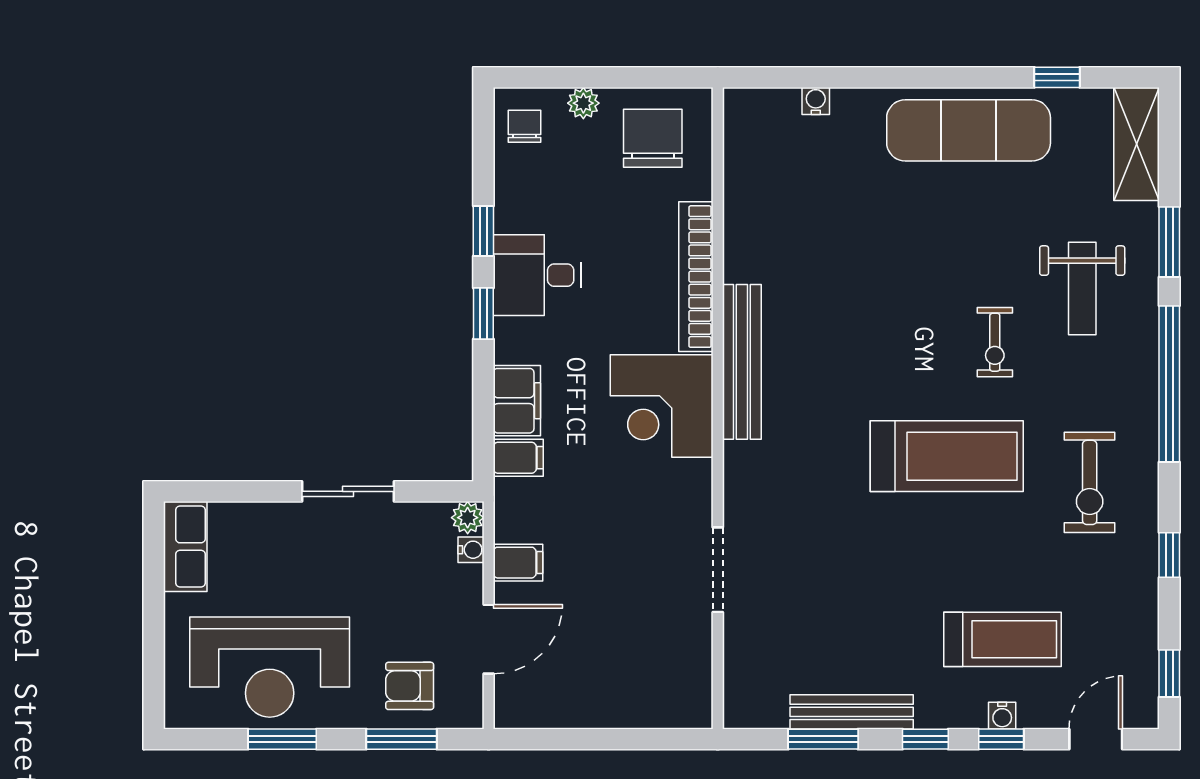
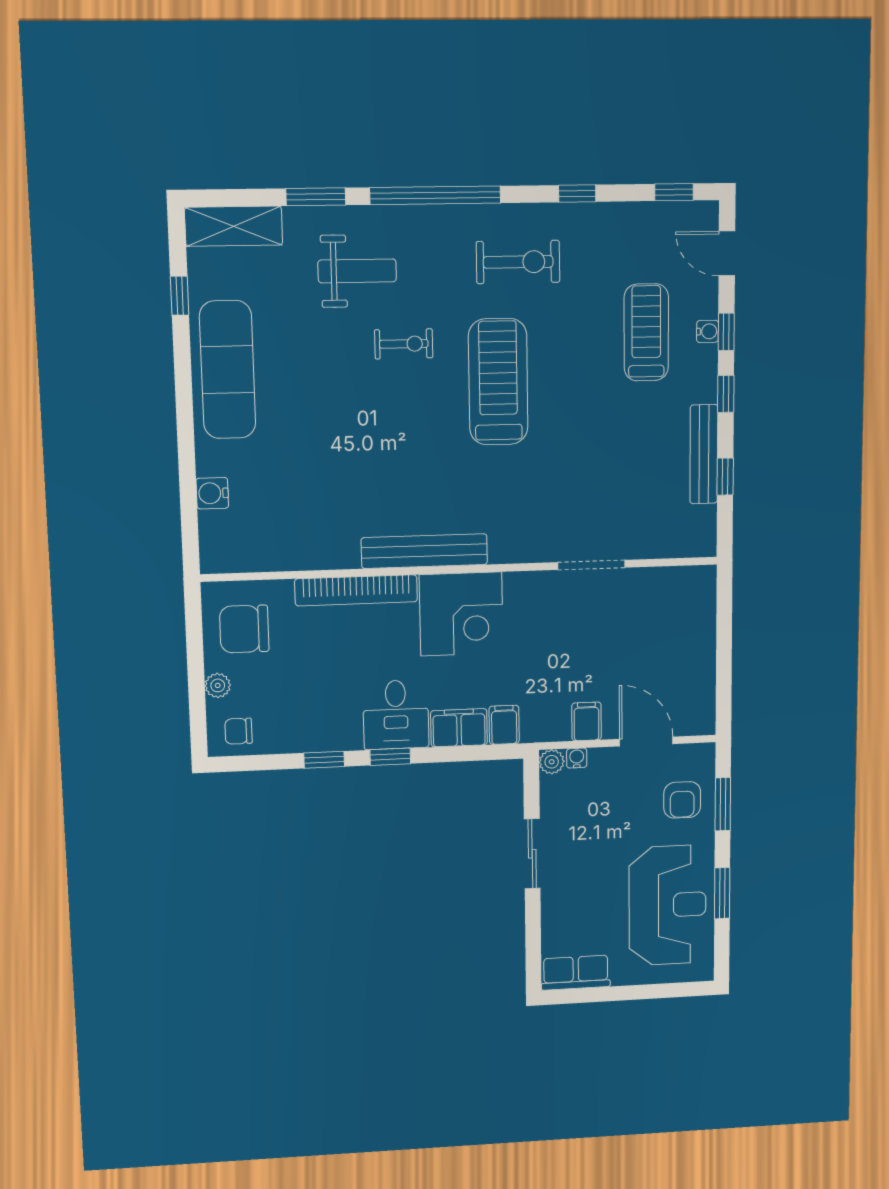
water cooler: (816, 101) -> (212, 493), width x1.38, depth x1.38
desk: (537, 275) -> (396, 715), moved
window: (823, 739) -> (725, 477), width x0.67

